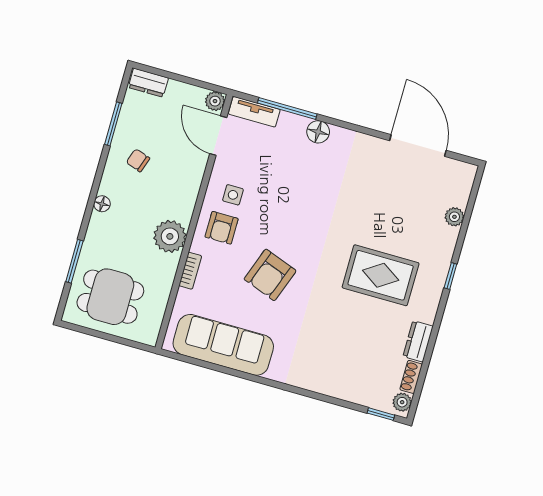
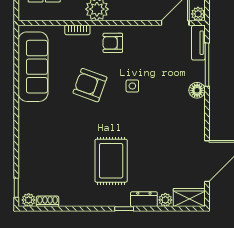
wardrobe: (460, 184) -> (189, 197), added
side table: (233, 195) -> (132, 86), moved
dresser: (418, 341) -> (144, 199), moved

